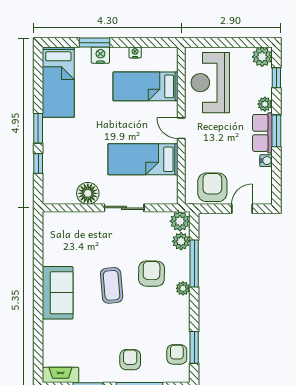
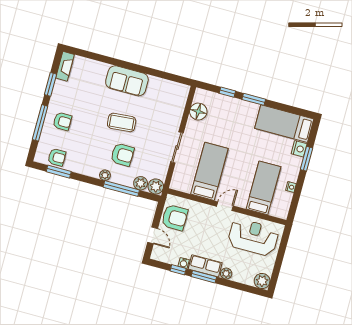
nightstand: (100, 55) -> (299, 149), moved
window: (276, 78) -> (178, 270), moved
floor lamp: (88, 193) -> (198, 112), moved

